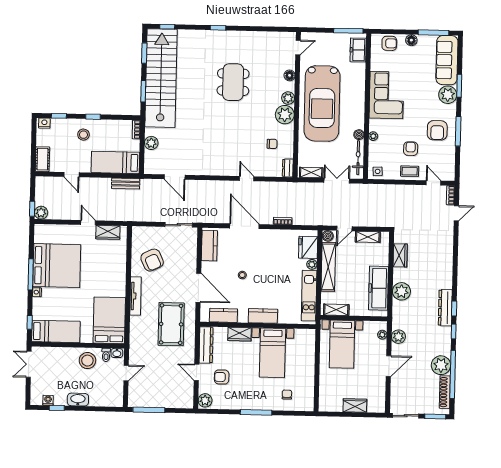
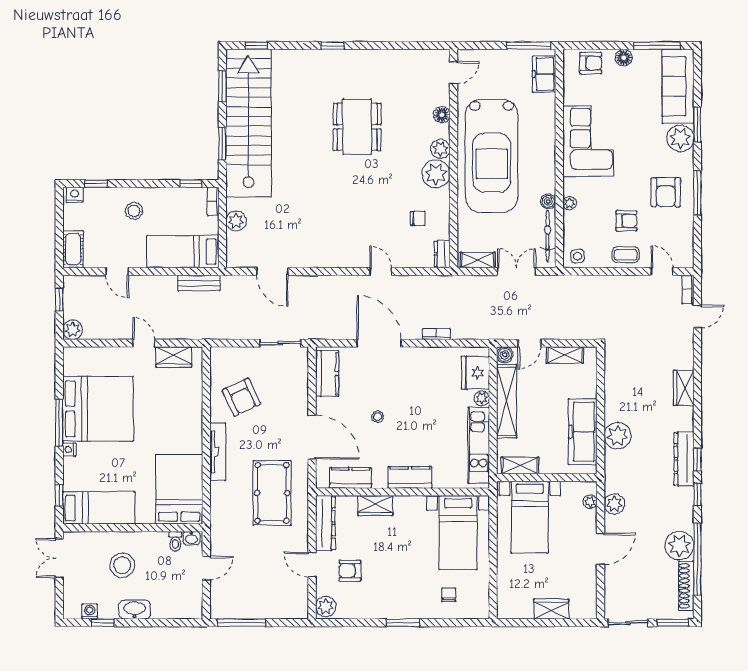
window: (93, 117) -> (191, 184), moved
armchair: (411, 149) -> (626, 221), turned 90
window: (32, 209) -> (59, 299), moved
wardrobe: (400, 255) -> (684, 388), moved, turned 180
bed with nightstands: (272, 353) -> (458, 533), moved
stool: (87, 361) -> (122, 565), moved
window: (256, 412) -> (403, 623), width x0.69

